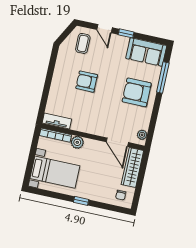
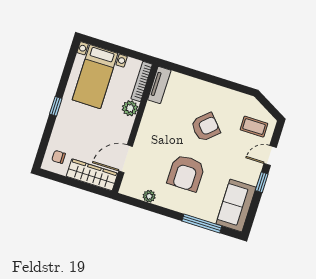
armchair: (87, 82) -> (206, 127), turned 48
armchair: (137, 92) -> (186, 173), moved, turned 180
plant: (142, 135) -> (149, 196), moved

